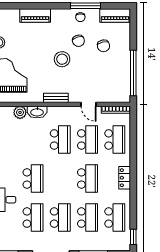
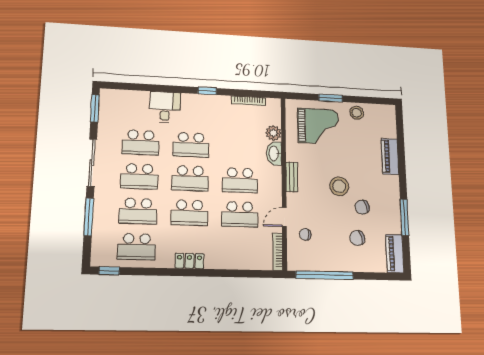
chair: (80, 17) -> (305, 234), moved
school desk: (115, 139) -> (190, 178), moved

